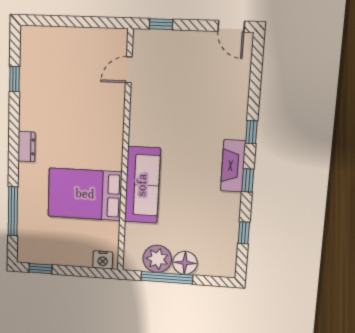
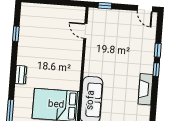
door: (129, 70) -> (85, 31), hinge flipped
window: (248, 180) -> (158, 50), moved

